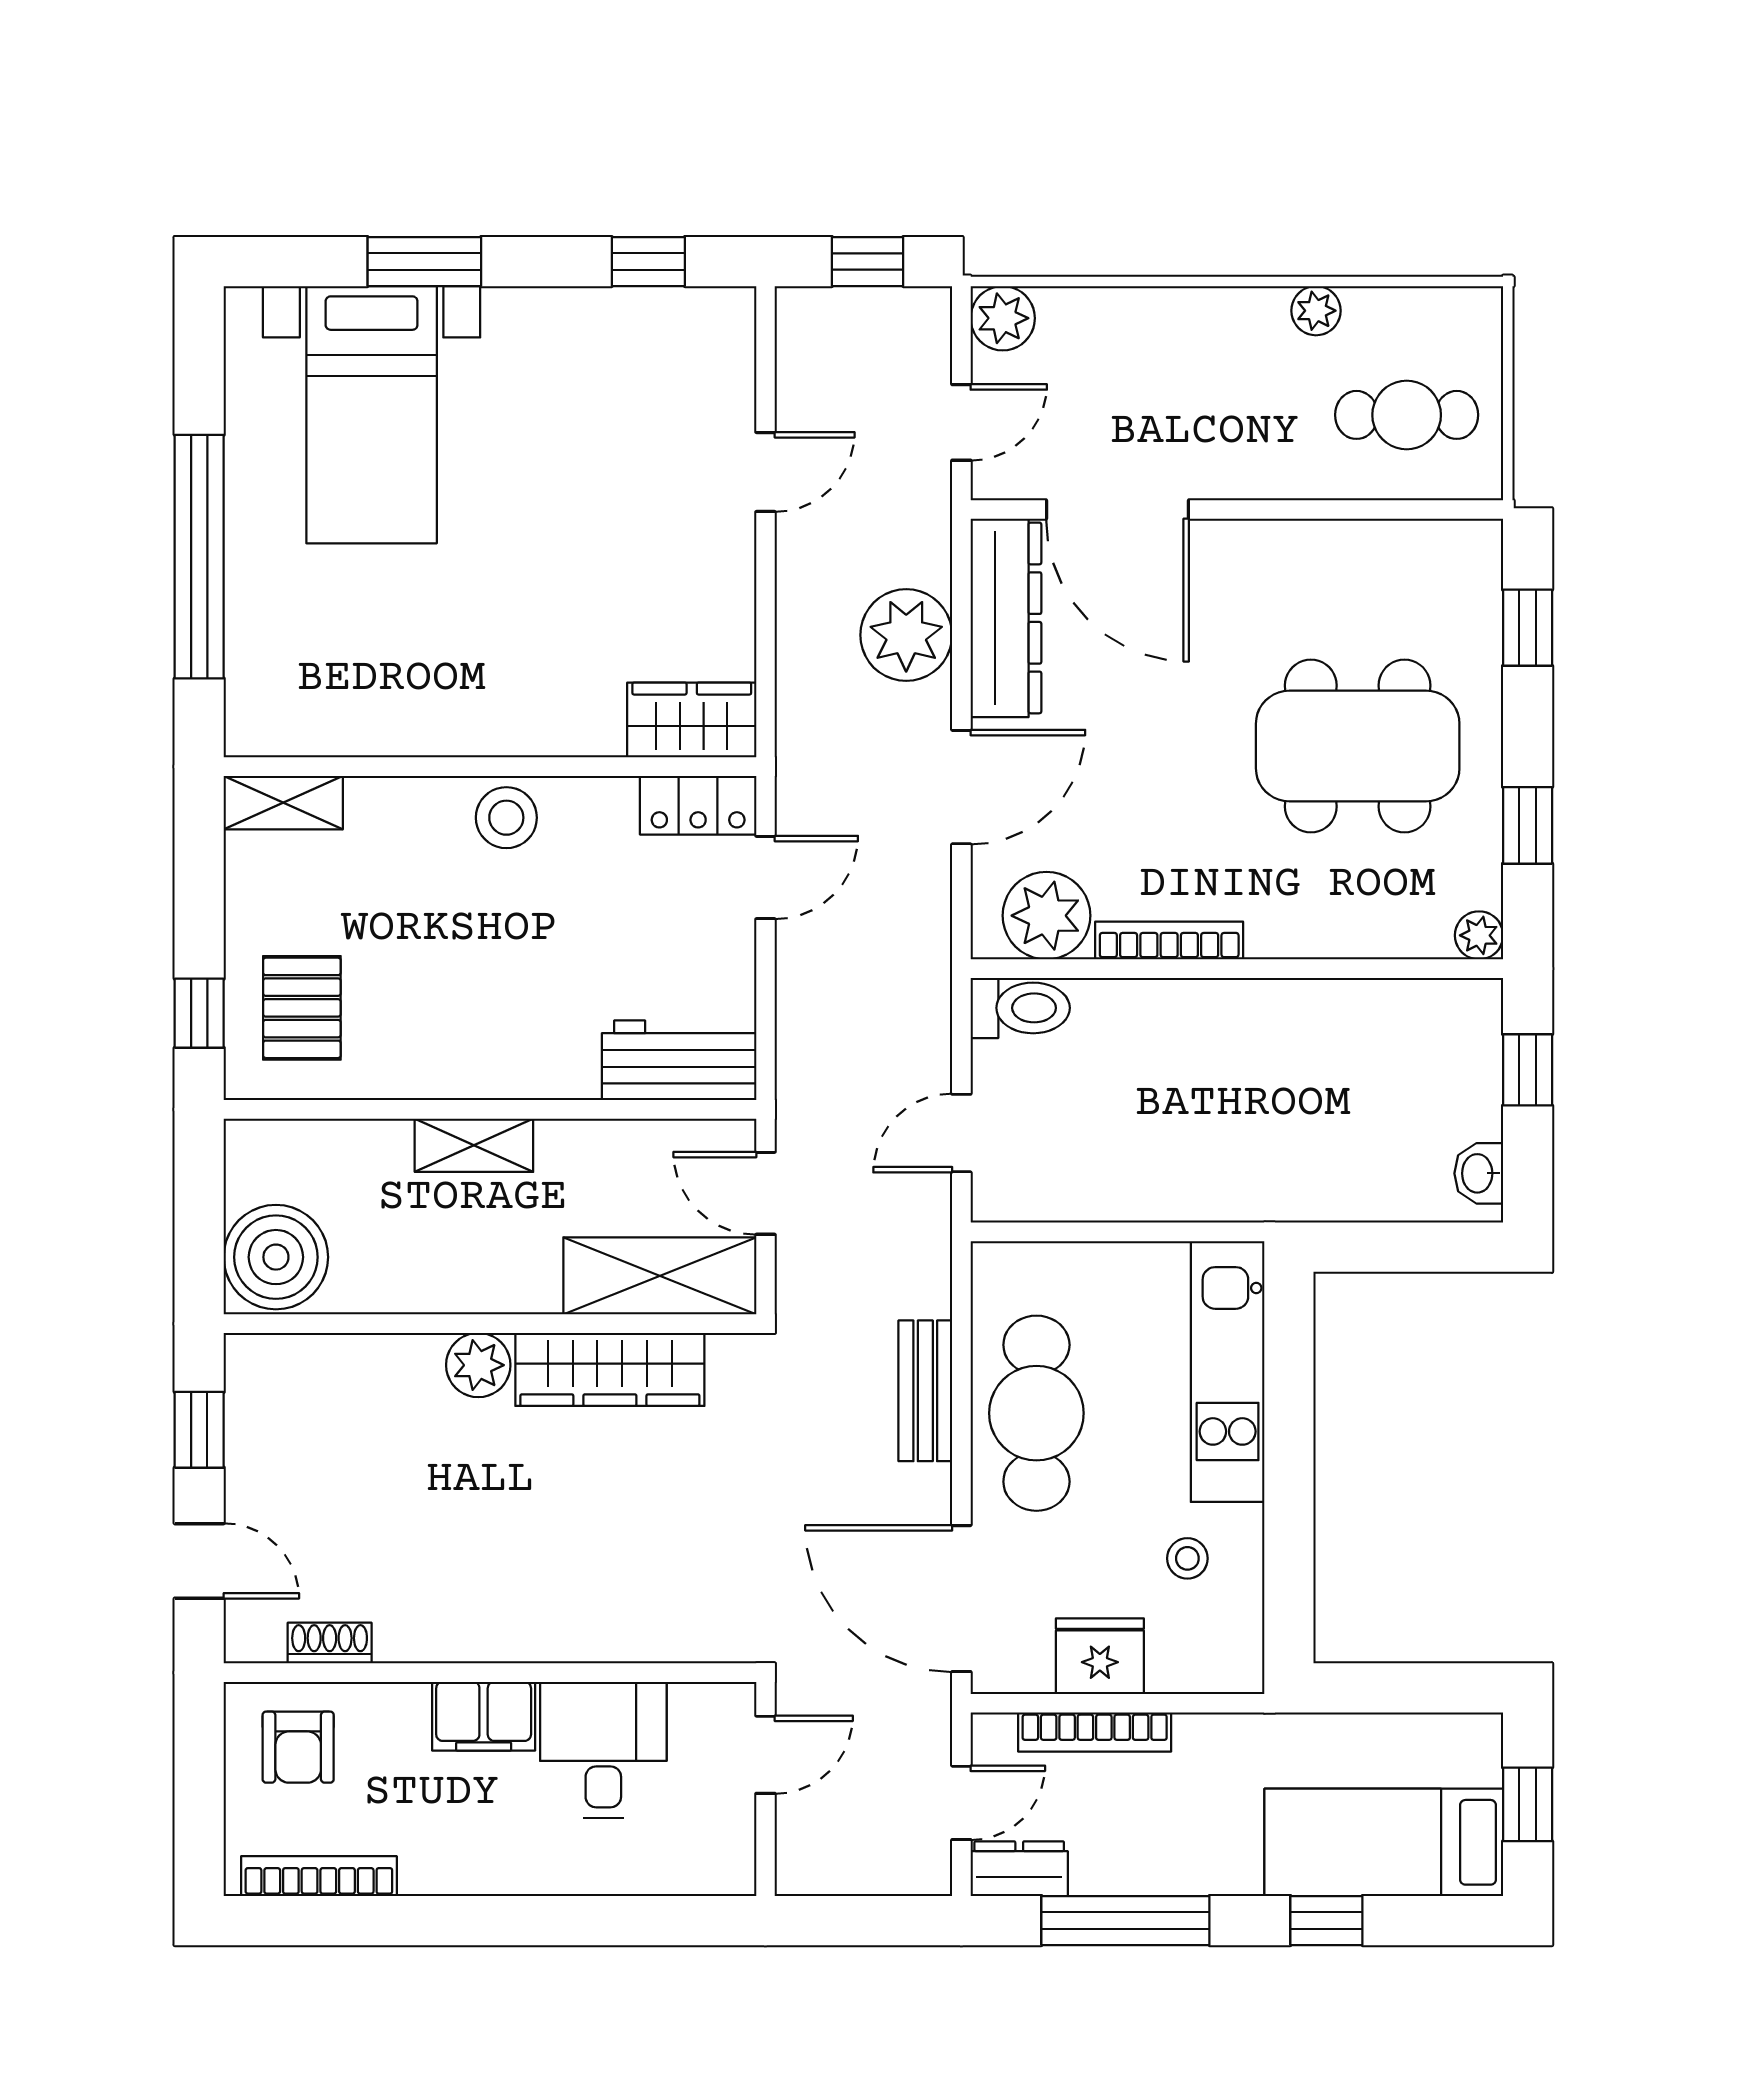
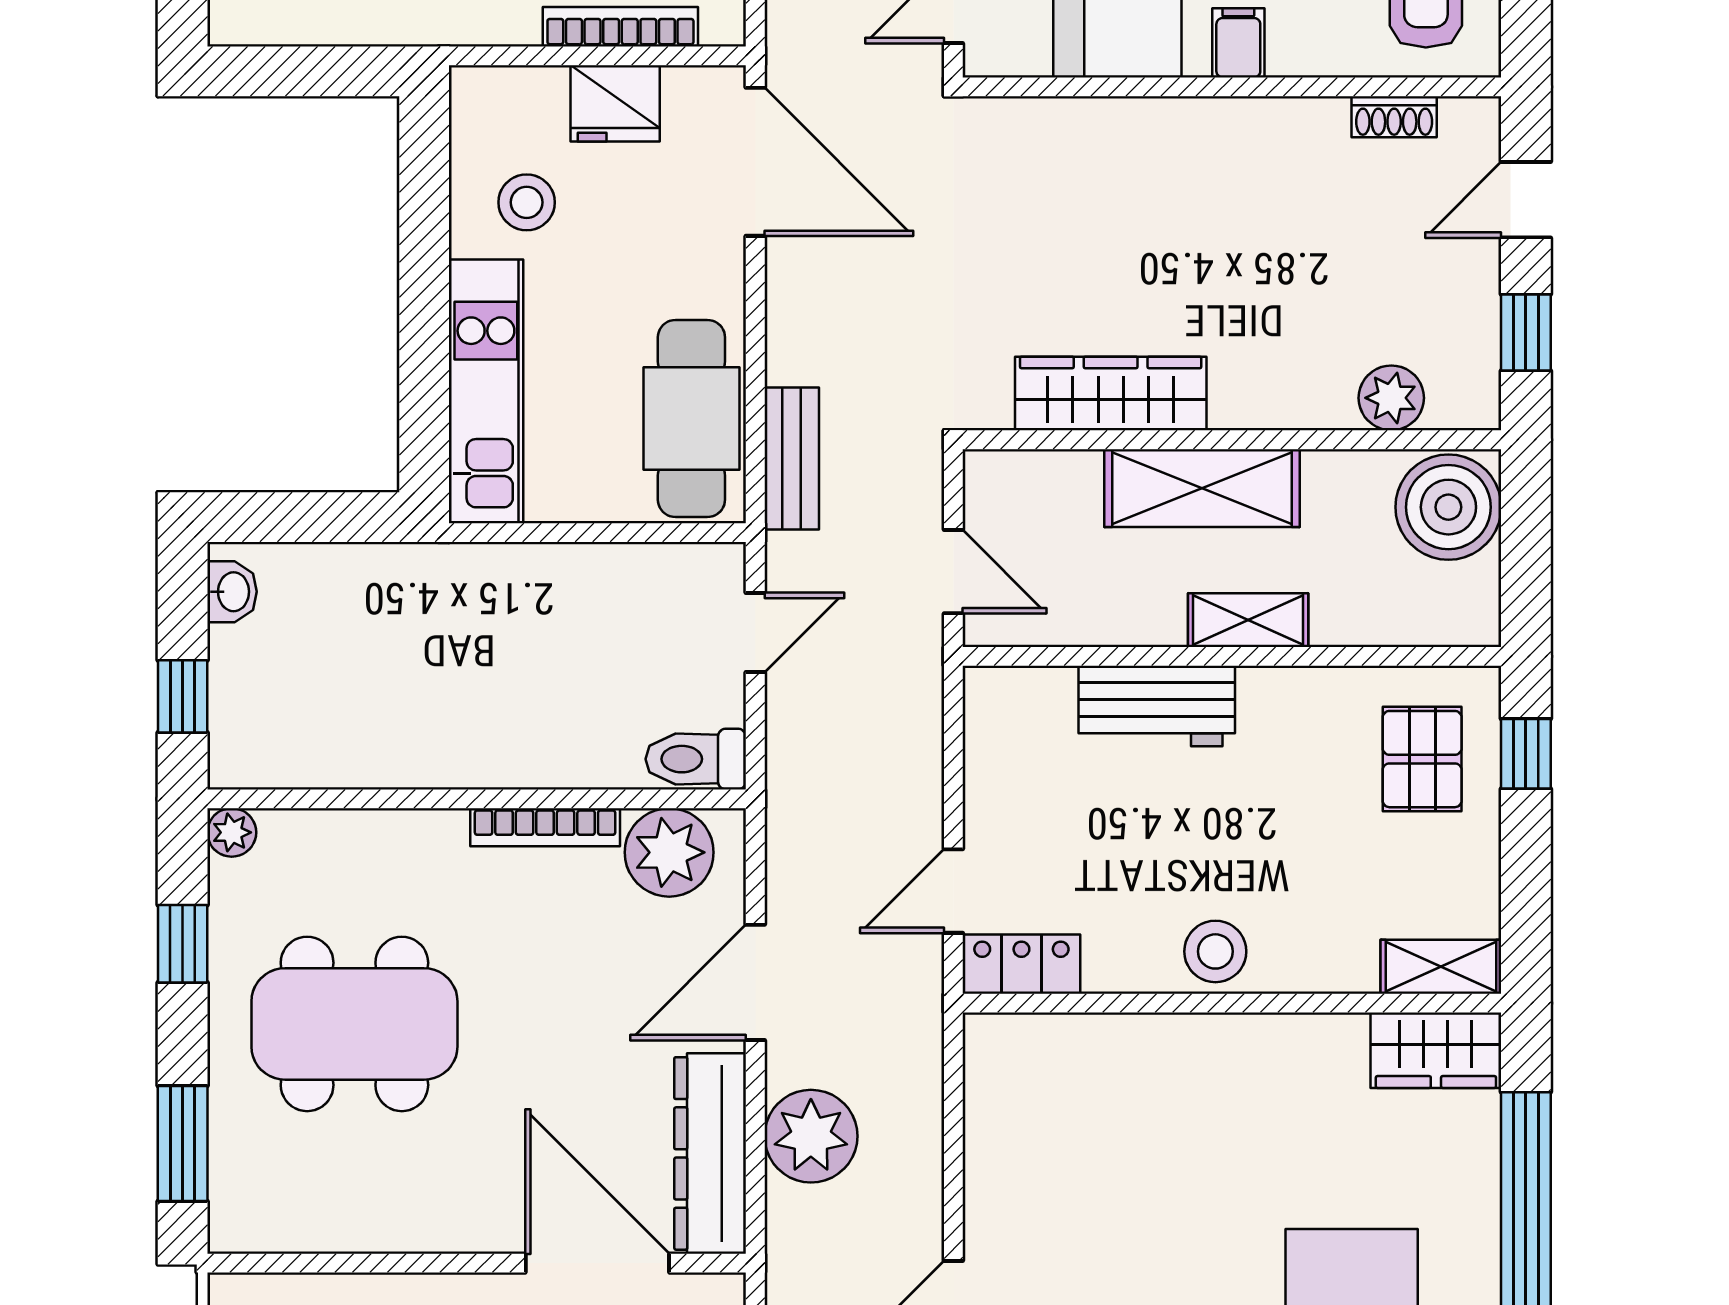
window: (1528, 628) -> (183, 1144), width x1.50
wardrobe: (692, 720) -> (1436, 1050), moved
workbench: (679, 1060) -> (1157, 706), moved
shelving: (660, 1276) -> (1202, 488), moved
plant: (478, 1365) -> (1391, 398), moved
bench: (925, 1391) -> (792, 458), moved
cafe table: (1036, 1413) -> (691, 418), moved
stool: (1187, 1558) -> (527, 202), width x1.37, depth x1.37
door: (199, 1561) -> (1526, 200), hinge flipped
filing cabinet: (484, 1716) -> (1238, 43), width x0.50

